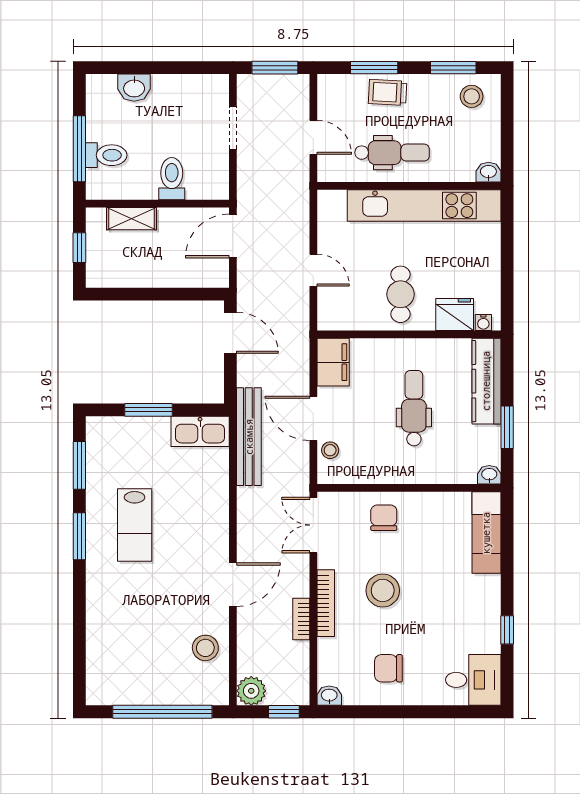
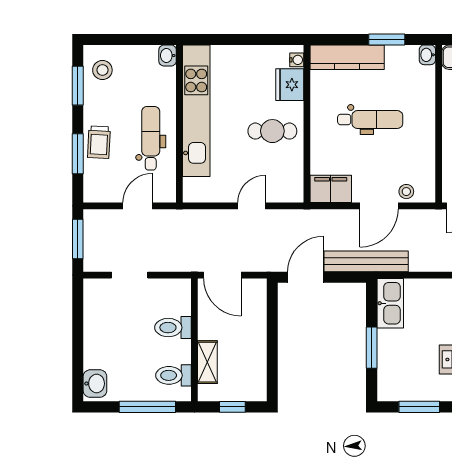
washbasin: (134, 88) -> (95, 384), moved
toilet: (106, 155) -> (174, 375), moved, turned -90
dental chair: (414, 408) -> (370, 120), turned 180
bench: (249, 437) -> (366, 261), moved

